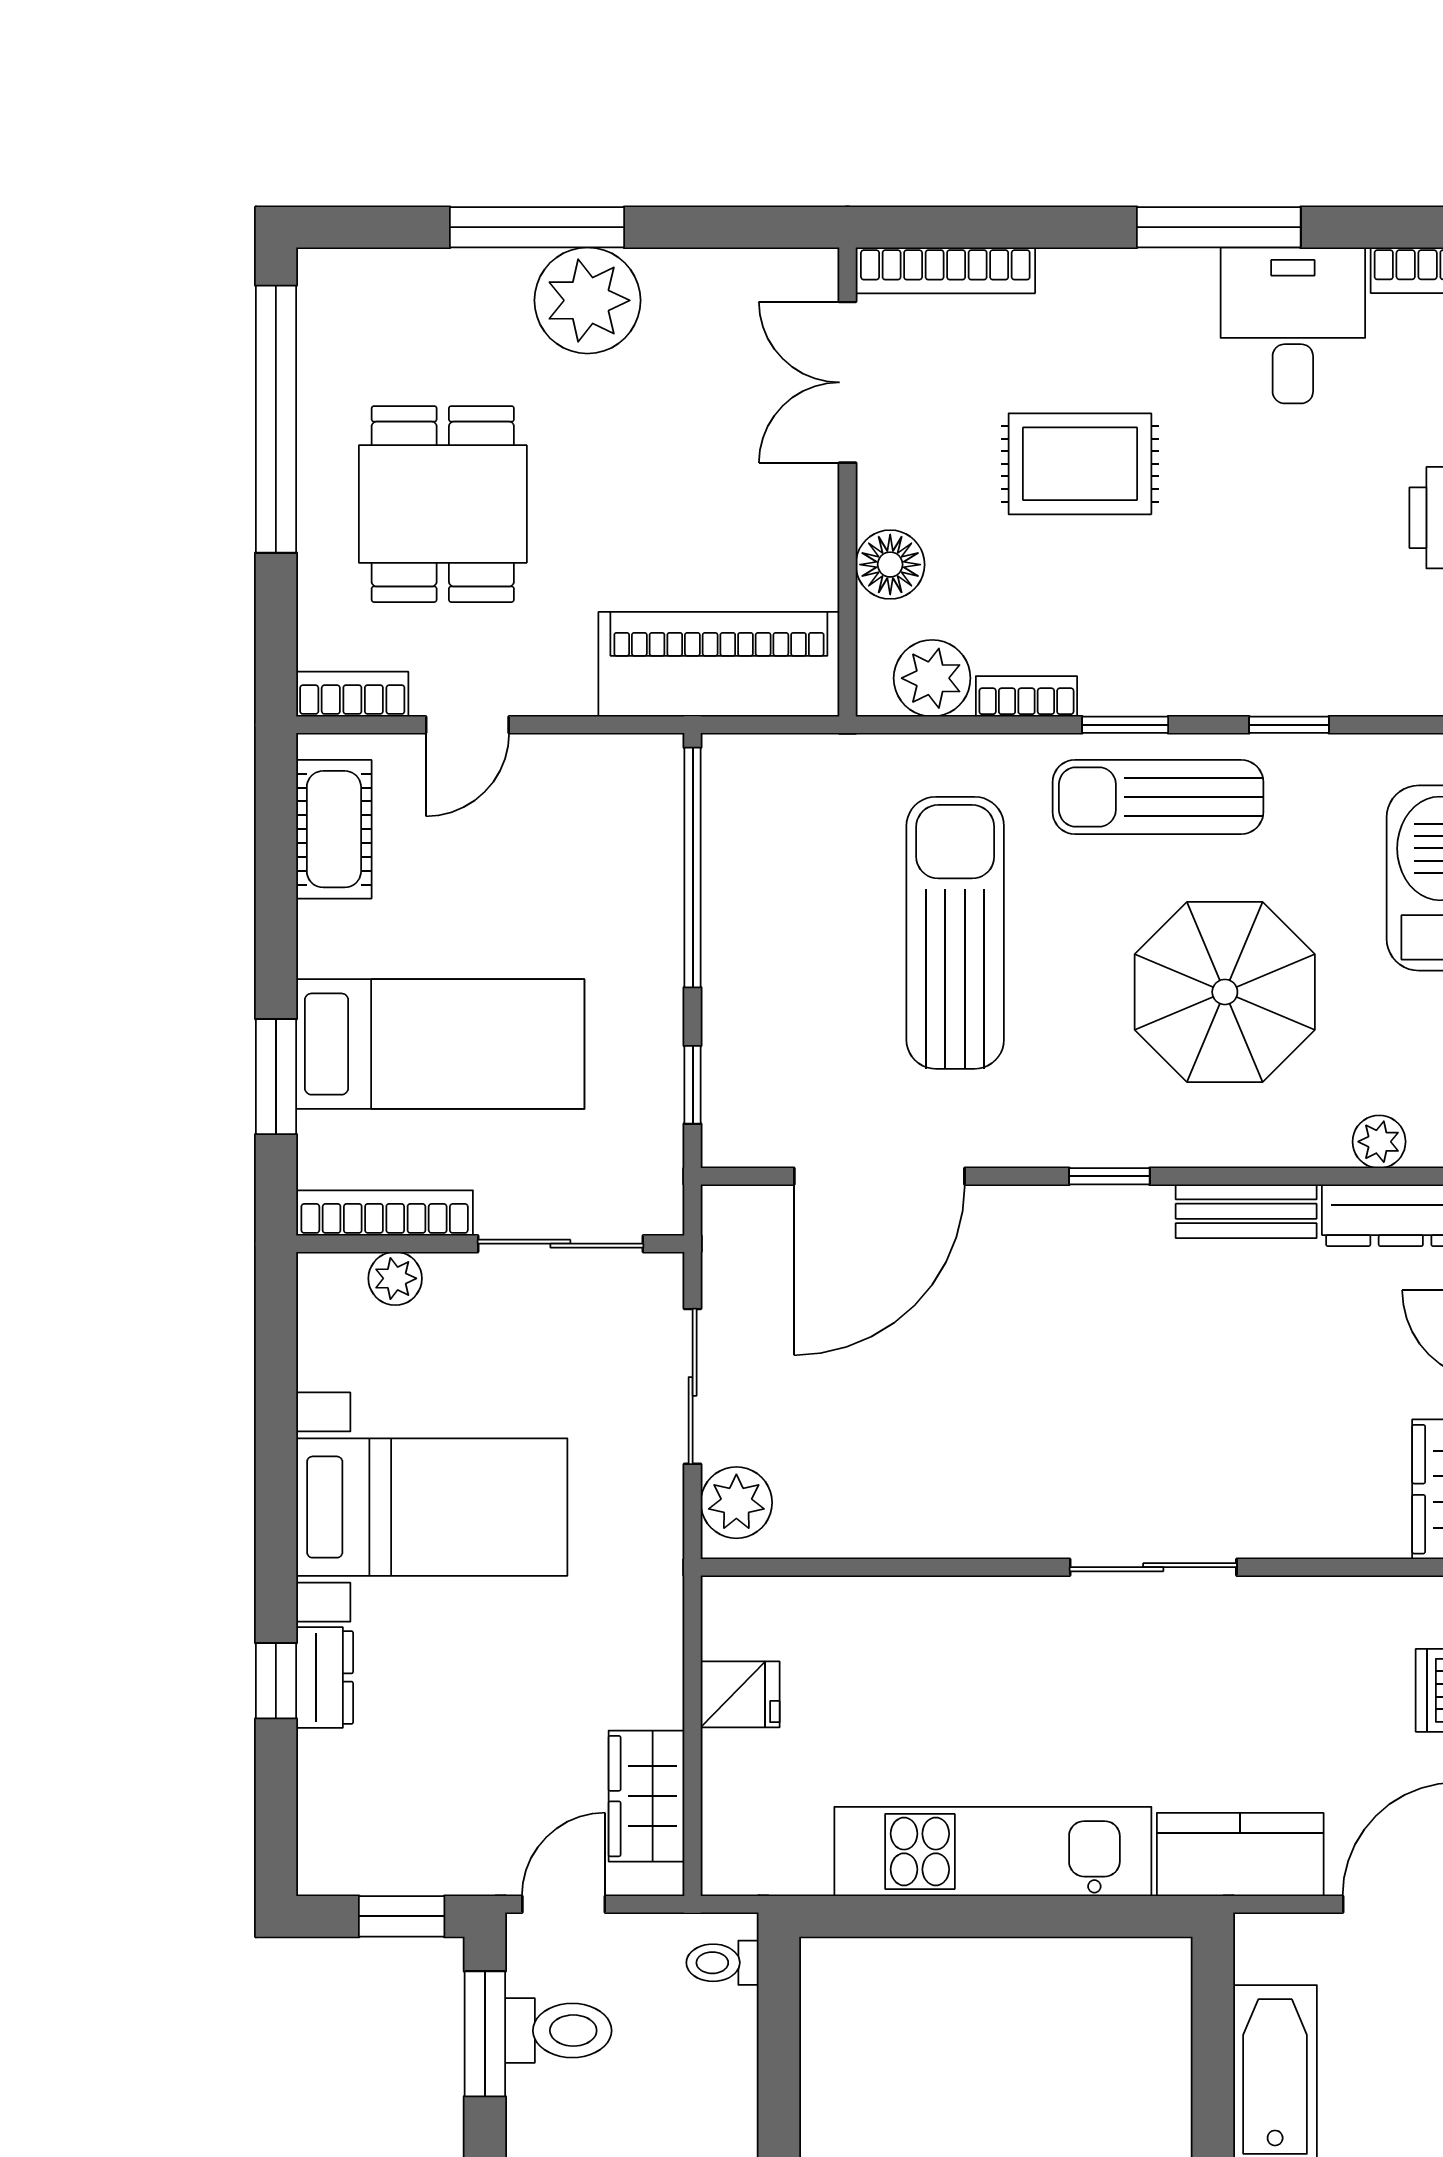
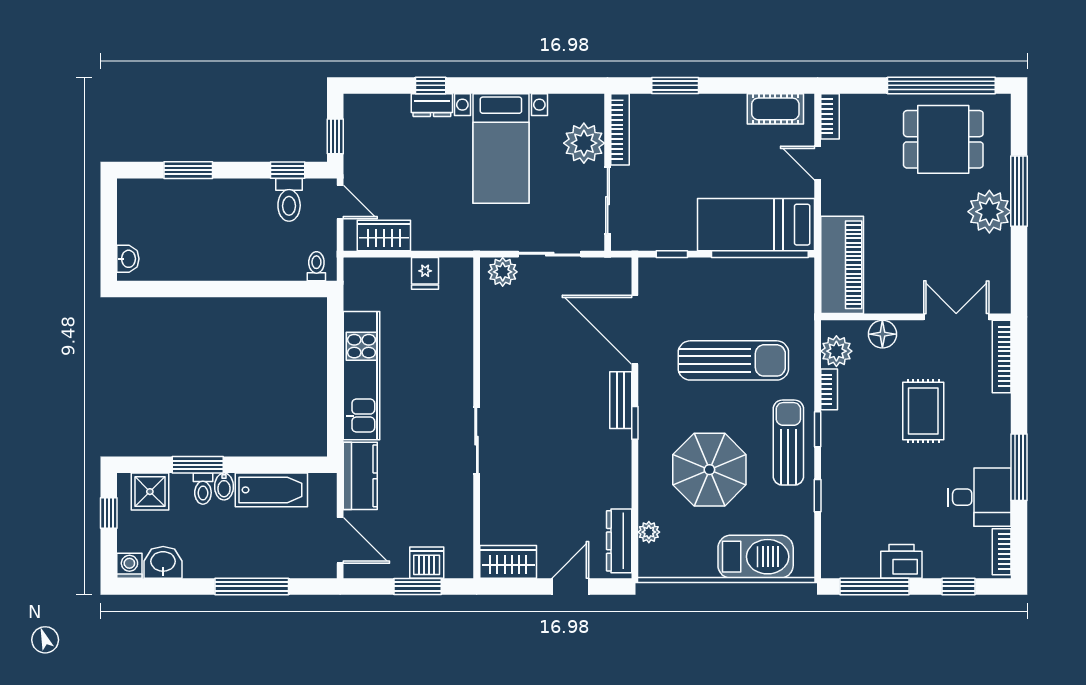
dining table: (443, 504) -> (943, 139), moved
bed: (440, 1044) -> (756, 225), moved, turned 90
bench: (1246, 1211) -> (621, 400), moved
plant: (395, 1278) -> (584, 143), width x1.87, depth x1.87
window: (485, 2034) -> (288, 170), width x0.67

